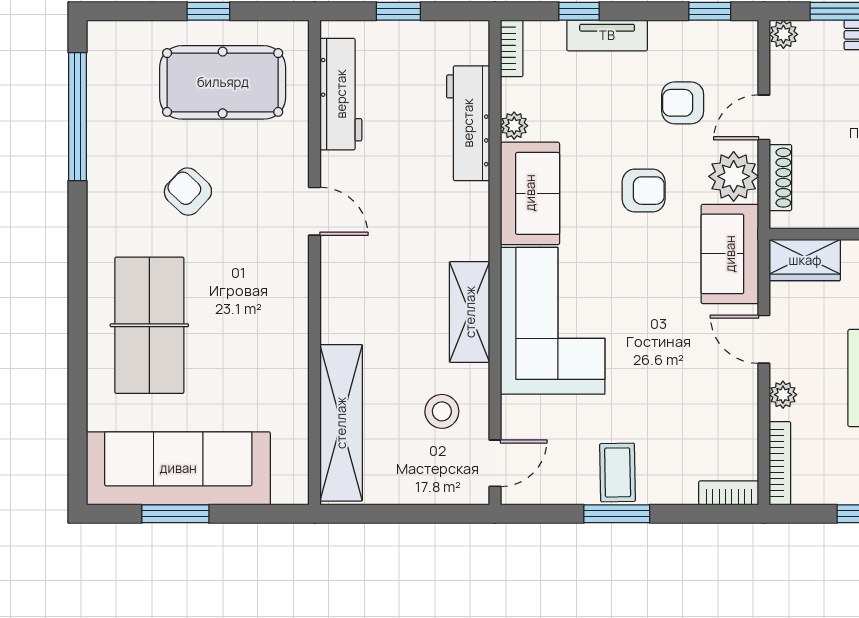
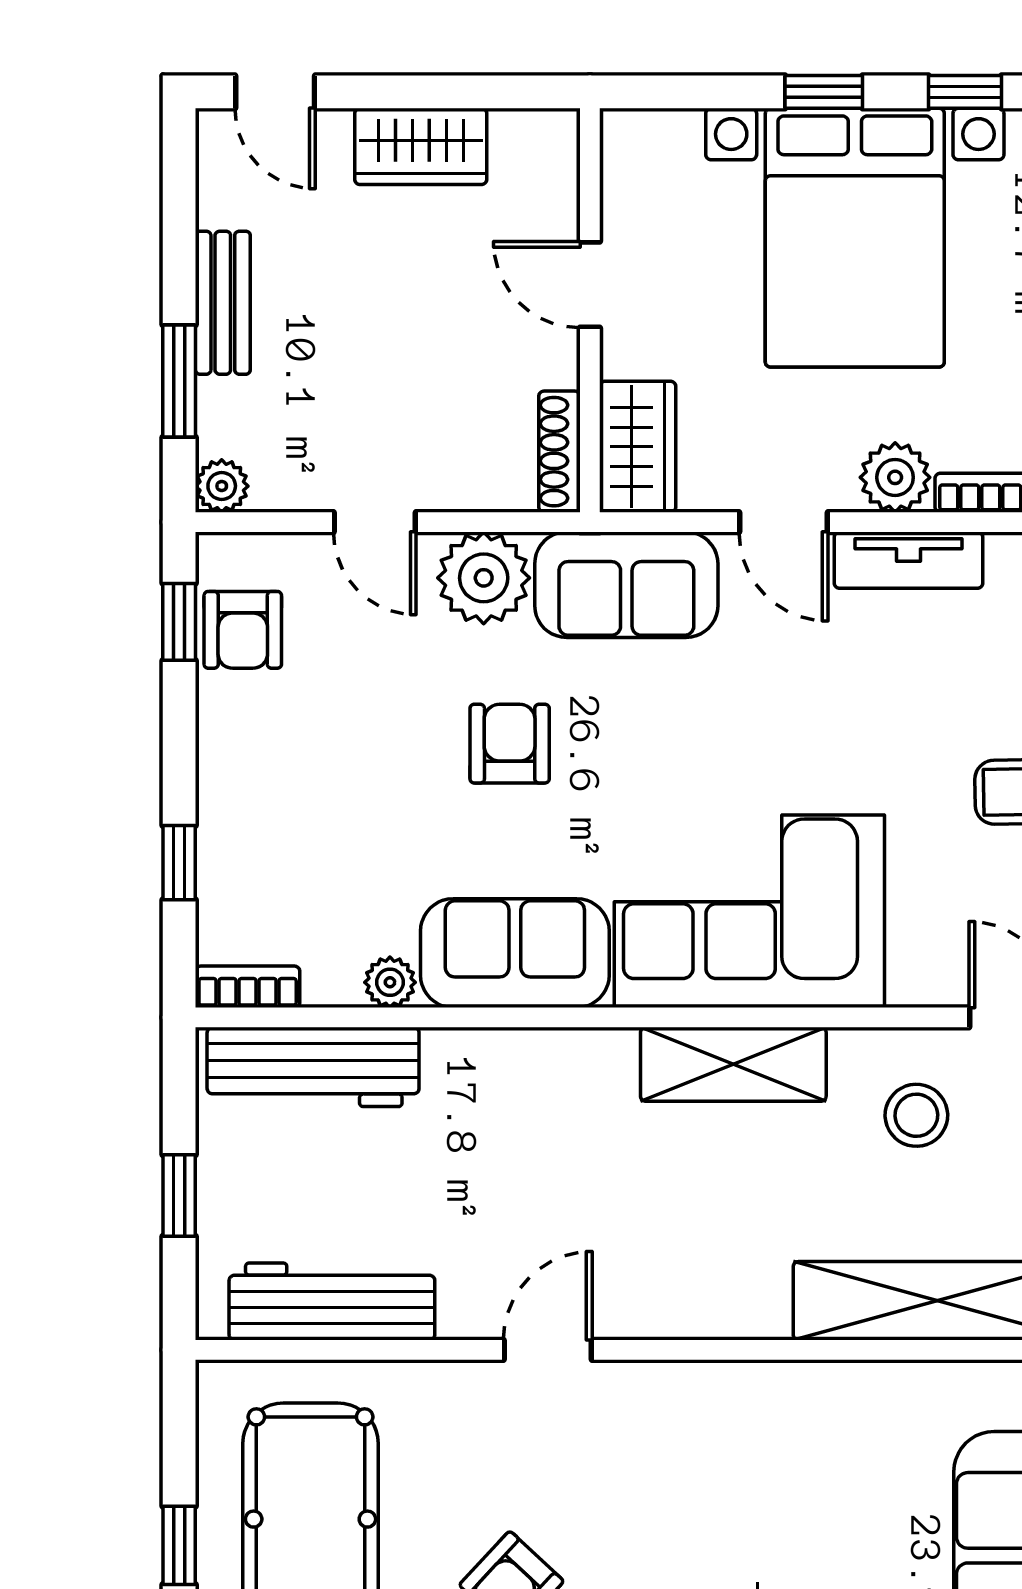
tv unit: (607, 35) -> (908, 560), moved, turned 90
armchair: (683, 103) -> (243, 630), moved
workbench: (468, 123) -> (313, 1067), moved
shoe rack: (780, 178) -> (559, 452), moved, turned -90
door: (764, 339) -> (784, 522), hinge flipped
plant: (783, 395) -> (895, 477), width x1.38, depth x1.38

